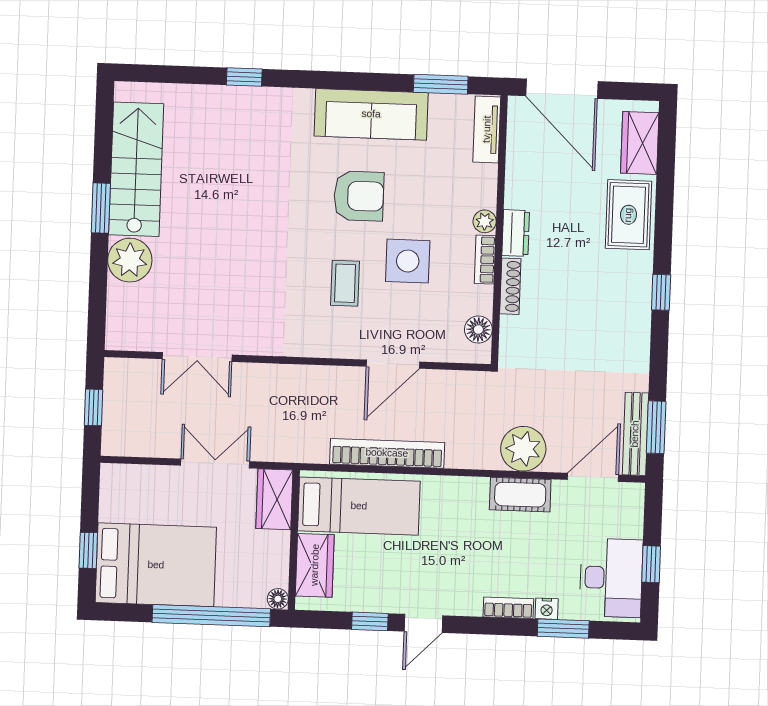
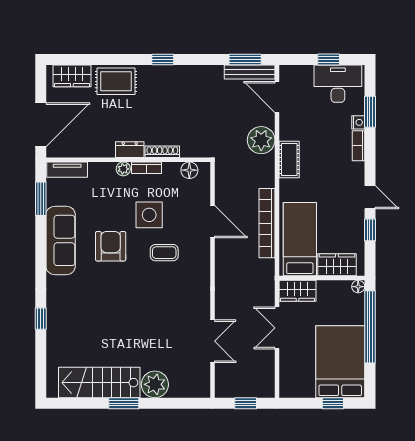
cot: (520, 495) -> (289, 160), moved

